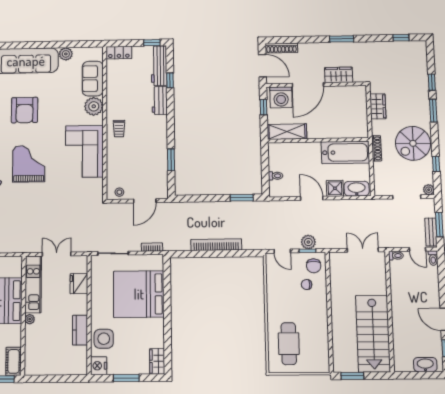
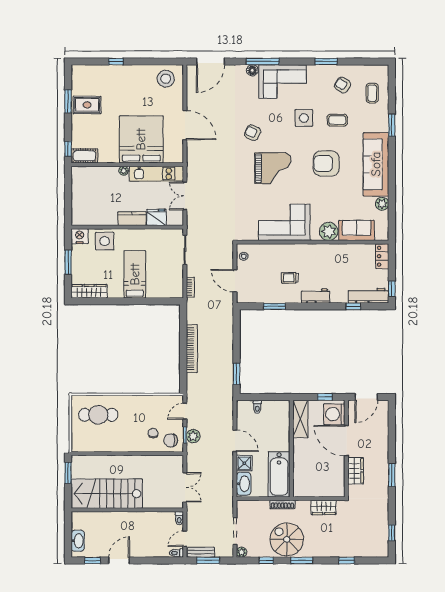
shoe rack: (281, 48) -> (384, 416), removed
workbench: (160, 100) -> (316, 296), moved
window: (433, 111) -> (302, 560), moved
trolley: (119, 129) -> (290, 278), moved
door: (312, 198) -> (235, 441), hinge flipped
double door: (57, 254) -> (185, 196), swing flipped
bed: (139, 294) -> (135, 274), width x0.49
kitchen counter: (80, 330) -> (132, 219), moved
wardrobe: (157, 361) -> (89, 291), width x1.50

